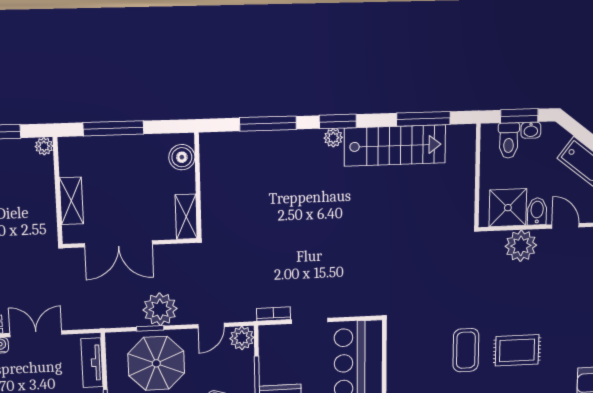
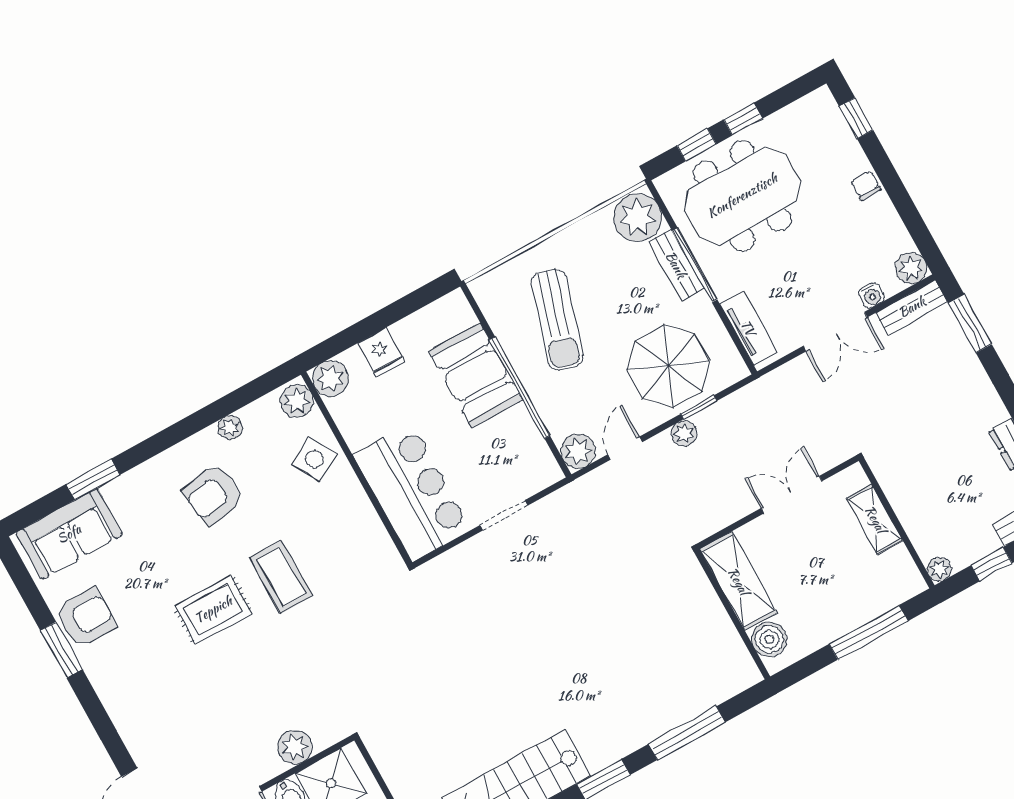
plant: (333, 138) -> (598, 757), removed
shelving: (186, 217) -> (738, 581), width x1.50, depth x1.33
double door: (118, 244) -> (792, 495), width x0.73
plant: (521, 246) -> (295, 747), width x0.73, depth x0.73
plant: (160, 309) -> (684, 433), width x0.53, depth x0.53
bookcase: (274, 314) -> (554, 502), removed

